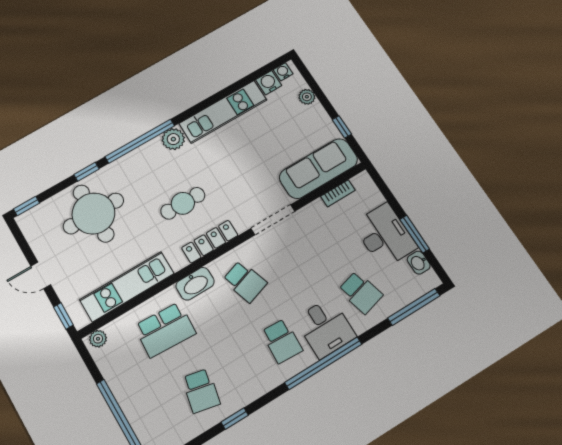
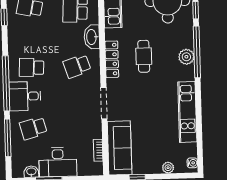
water cooler: (269, 83) -> (190, 150), removed
plant: (173, 139) -> (186, 57), moved
window: (414, 307) -> (8, 138), moved

